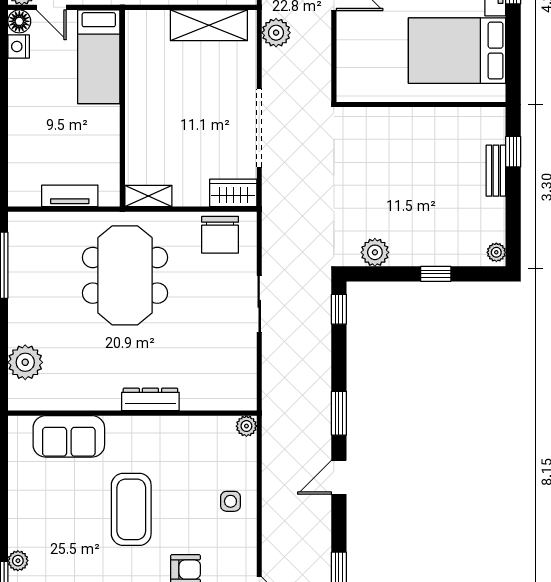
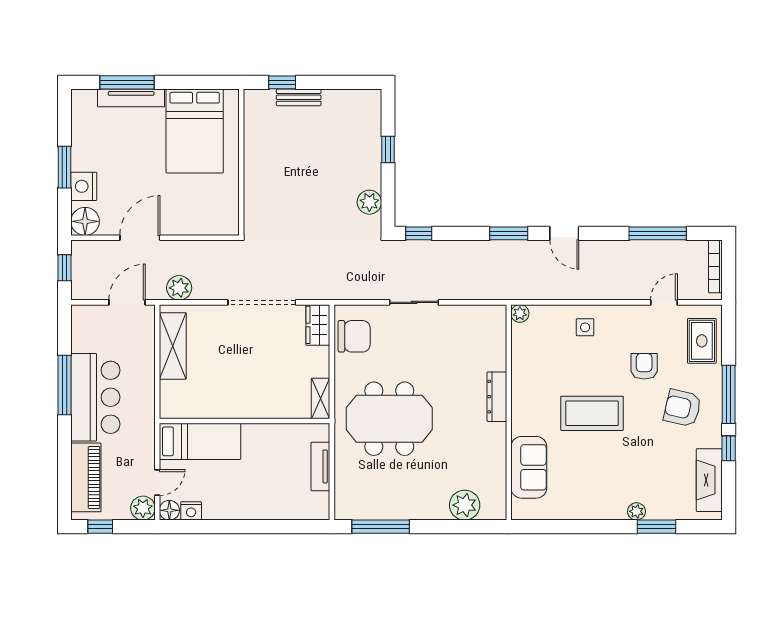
plant: (496, 252) -> (369, 97), removed

